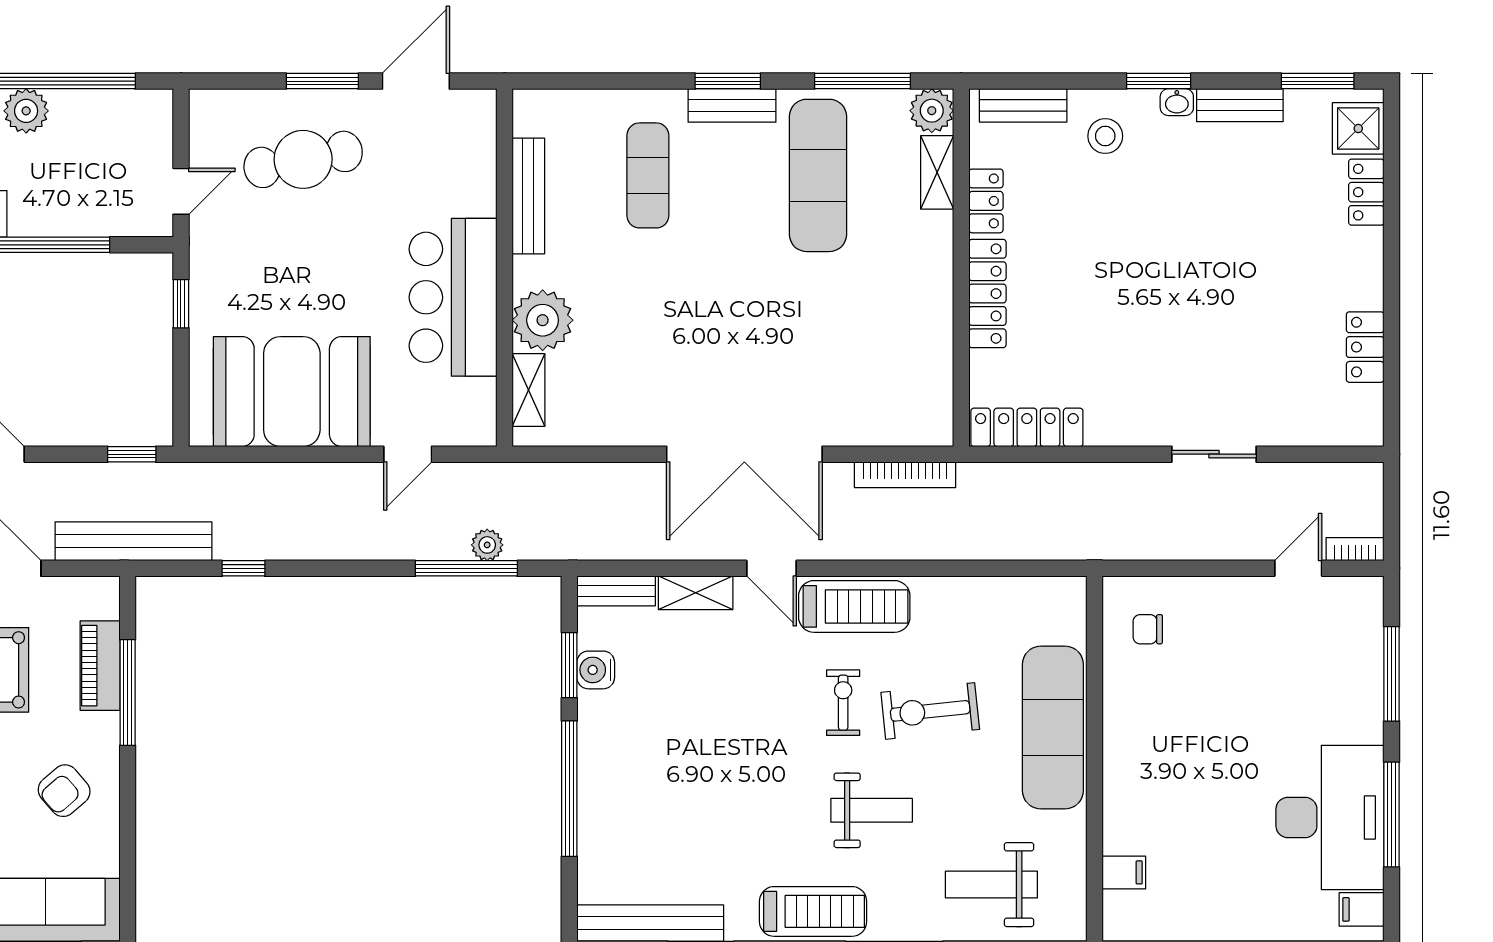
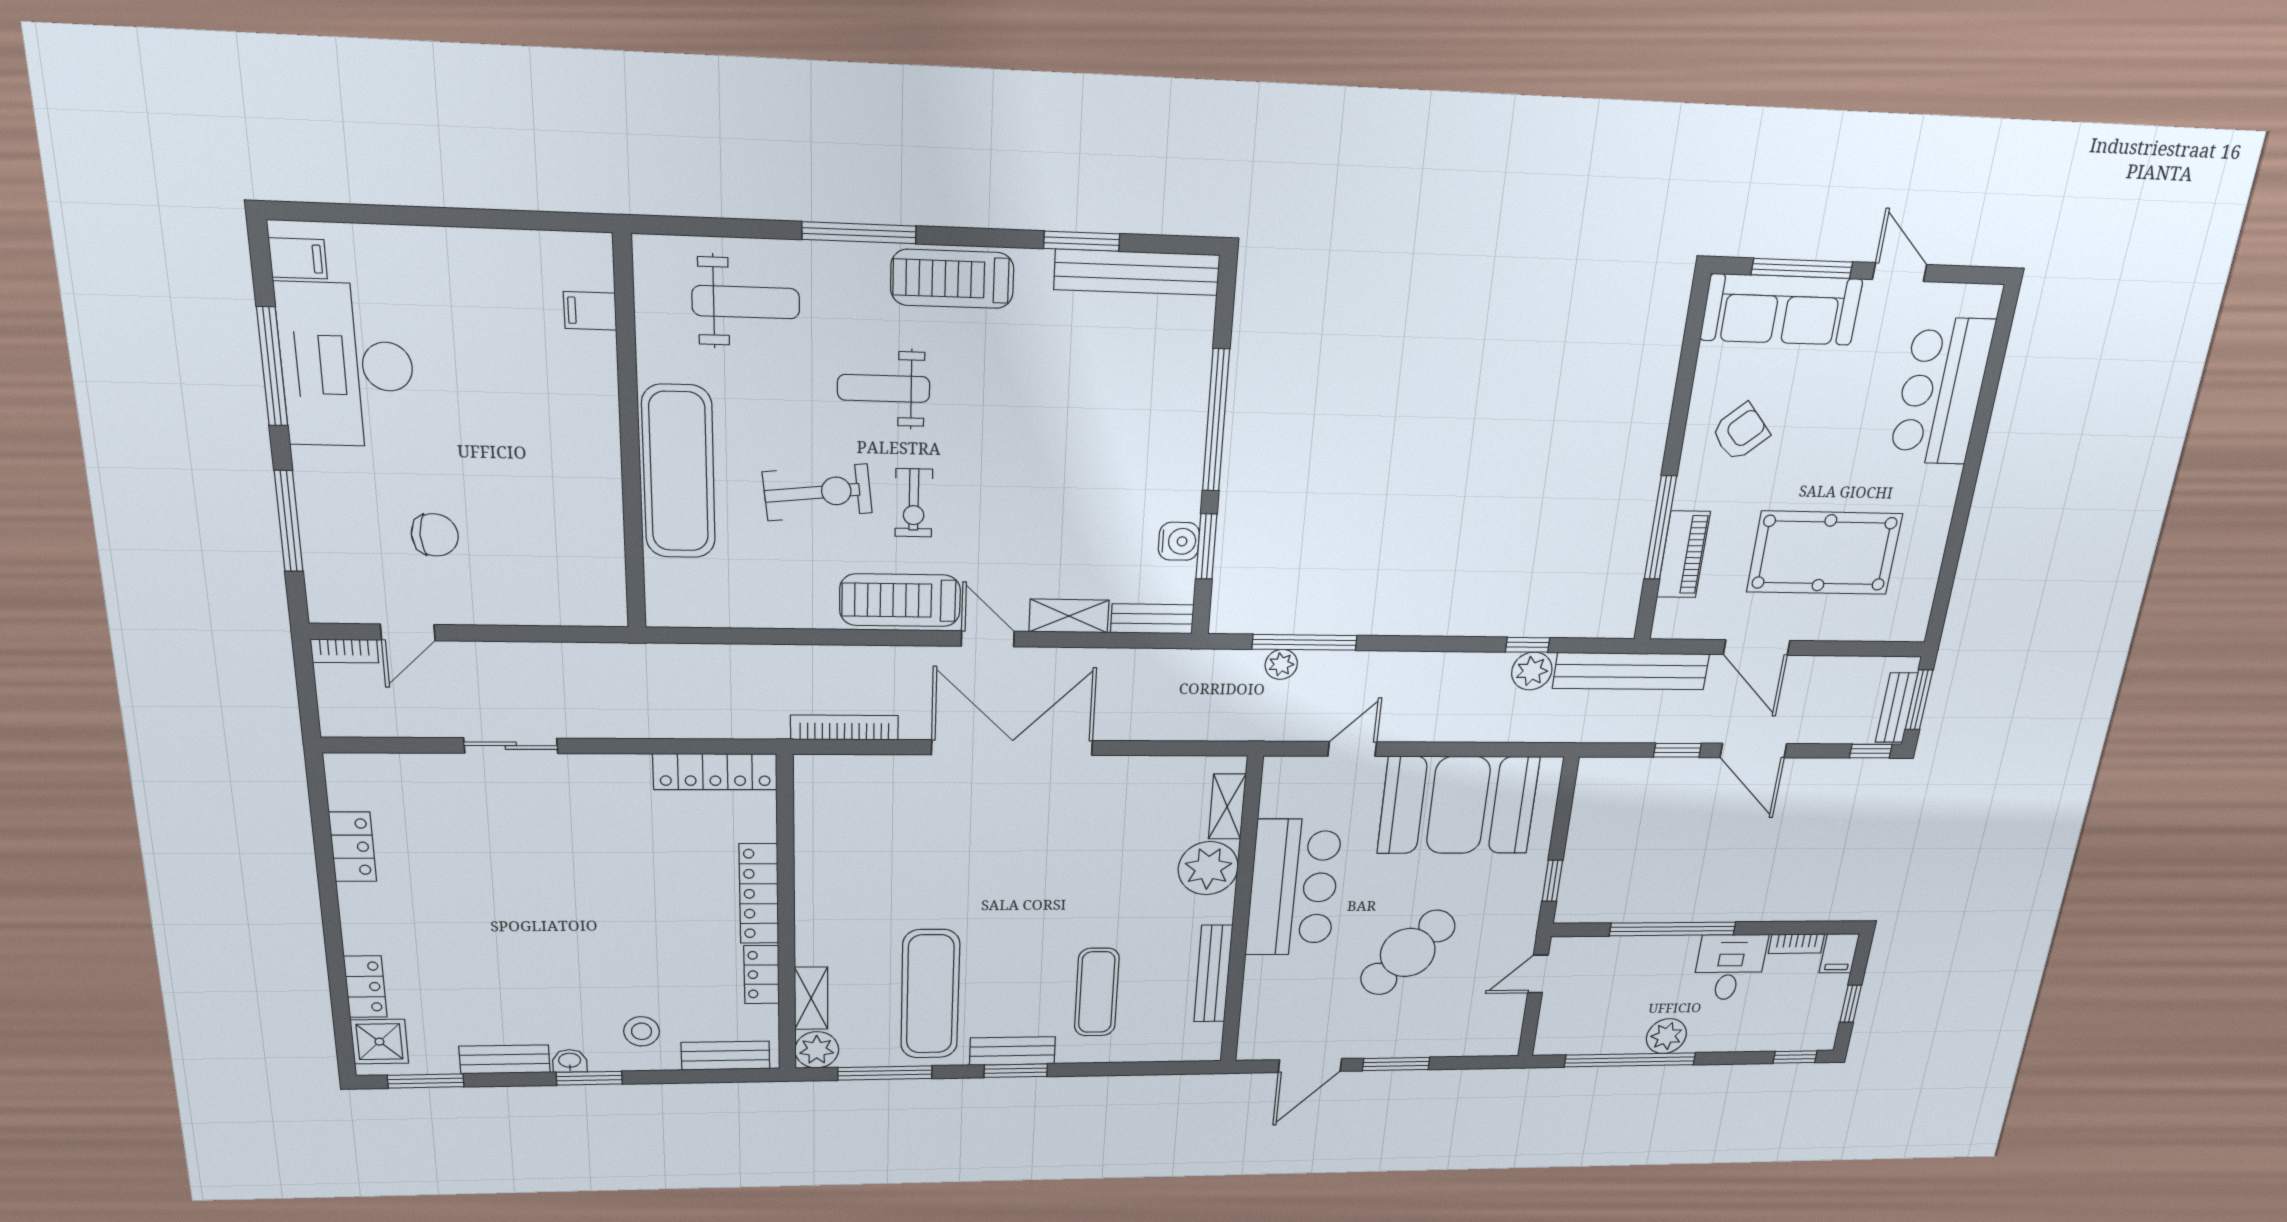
cafe table: (303, 159) -> (1408, 953), moved, turned -38
window: (132, 454) -> (1677, 750), moved
plant: (235, 540) -> (1532, 671), added
chair: (1148, 629) -> (435, 535), moved, width x1.37, depth x1.37

